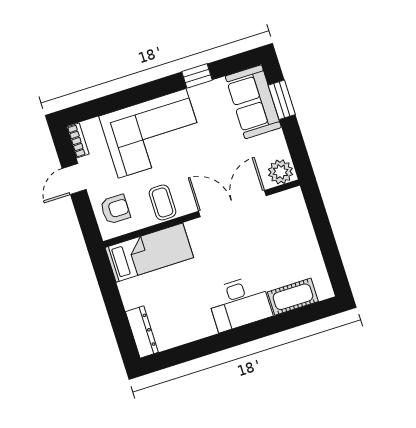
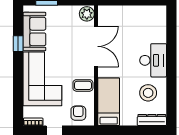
sofa: (253, 102) -> (34, 32), moved, turned -90
double door: (232, 204) -> (96, 46), swing flipped
cot: (293, 297) -> (159, 29), removed
stool: (184, 312) -> (148, 93), added

